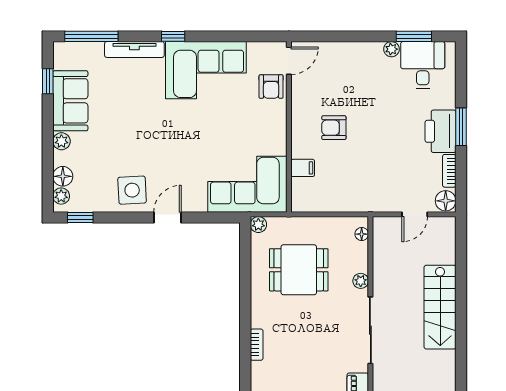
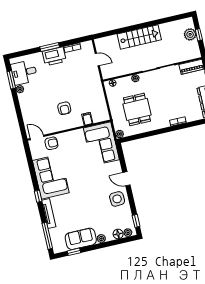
floor lamp: (446, 201) -> (87, 46), removed

